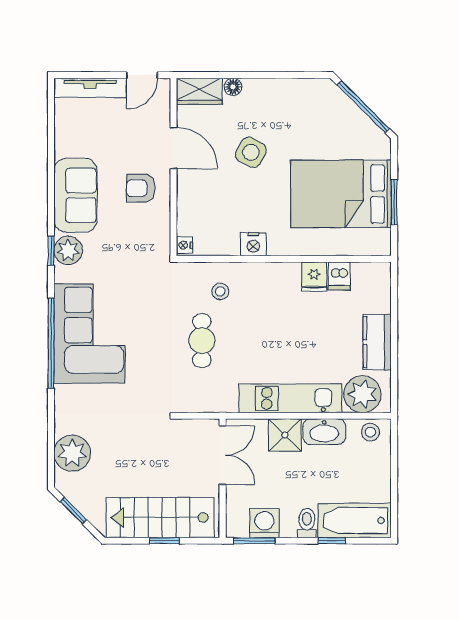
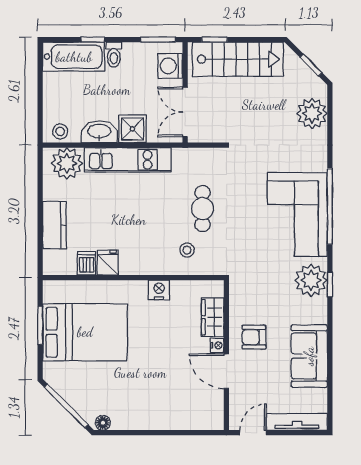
floor lamp: (233, 87) -> (103, 423), moved
wardrobe: (199, 91) -> (213, 317), moved, turned -90
side table: (251, 152) -> (161, 368), removed
armchair: (141, 188) -> (254, 337), turned 180
sofa: (75, 195) -> (309, 356), moved
nightstand: (184, 245) -> (217, 345), moved
plant: (68, 250) -> (311, 280), width x1.36, depth x1.36
kitchen counter: (377, 342) -> (54, 225), moved
washing machine: (264, 523) -> (170, 66), moved, turned 90
window: (165, 541) -> (214, 40), moved

